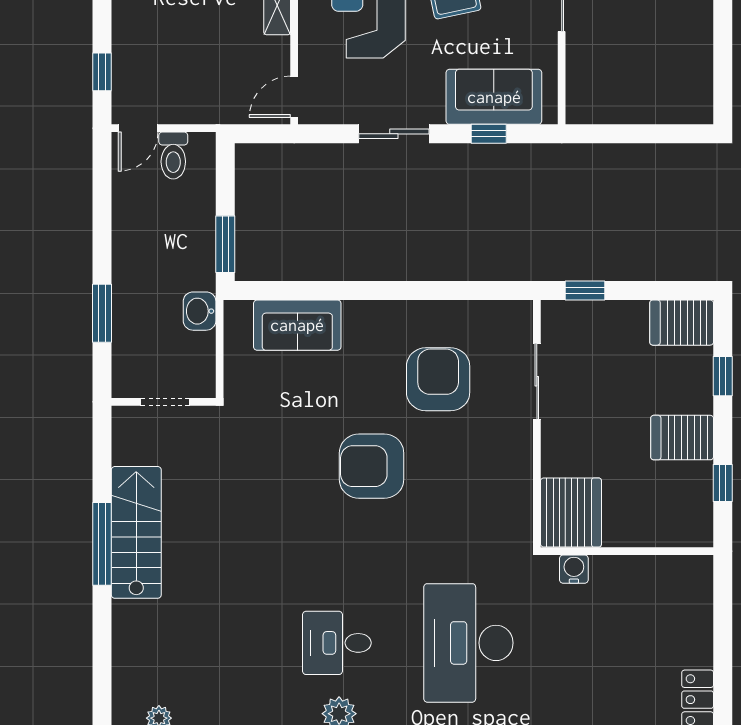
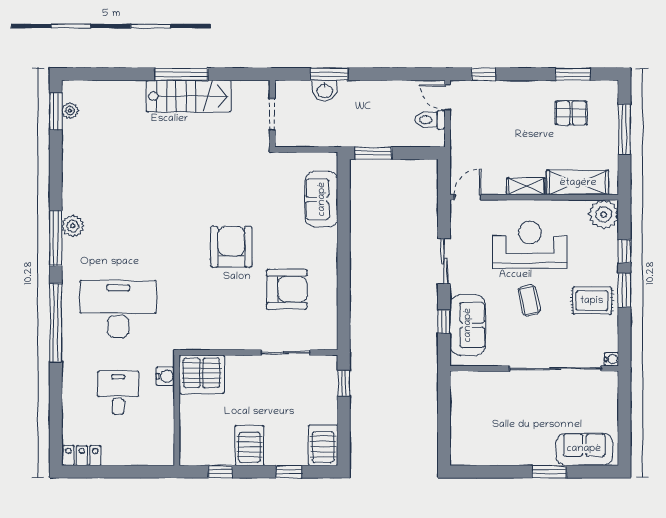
door: (294, 97) -> (468, 197), hinge flipped
washbasin: (200, 311) -> (325, 91), moved, turned 180
desk: (337, 643) -> (118, 393), moved

